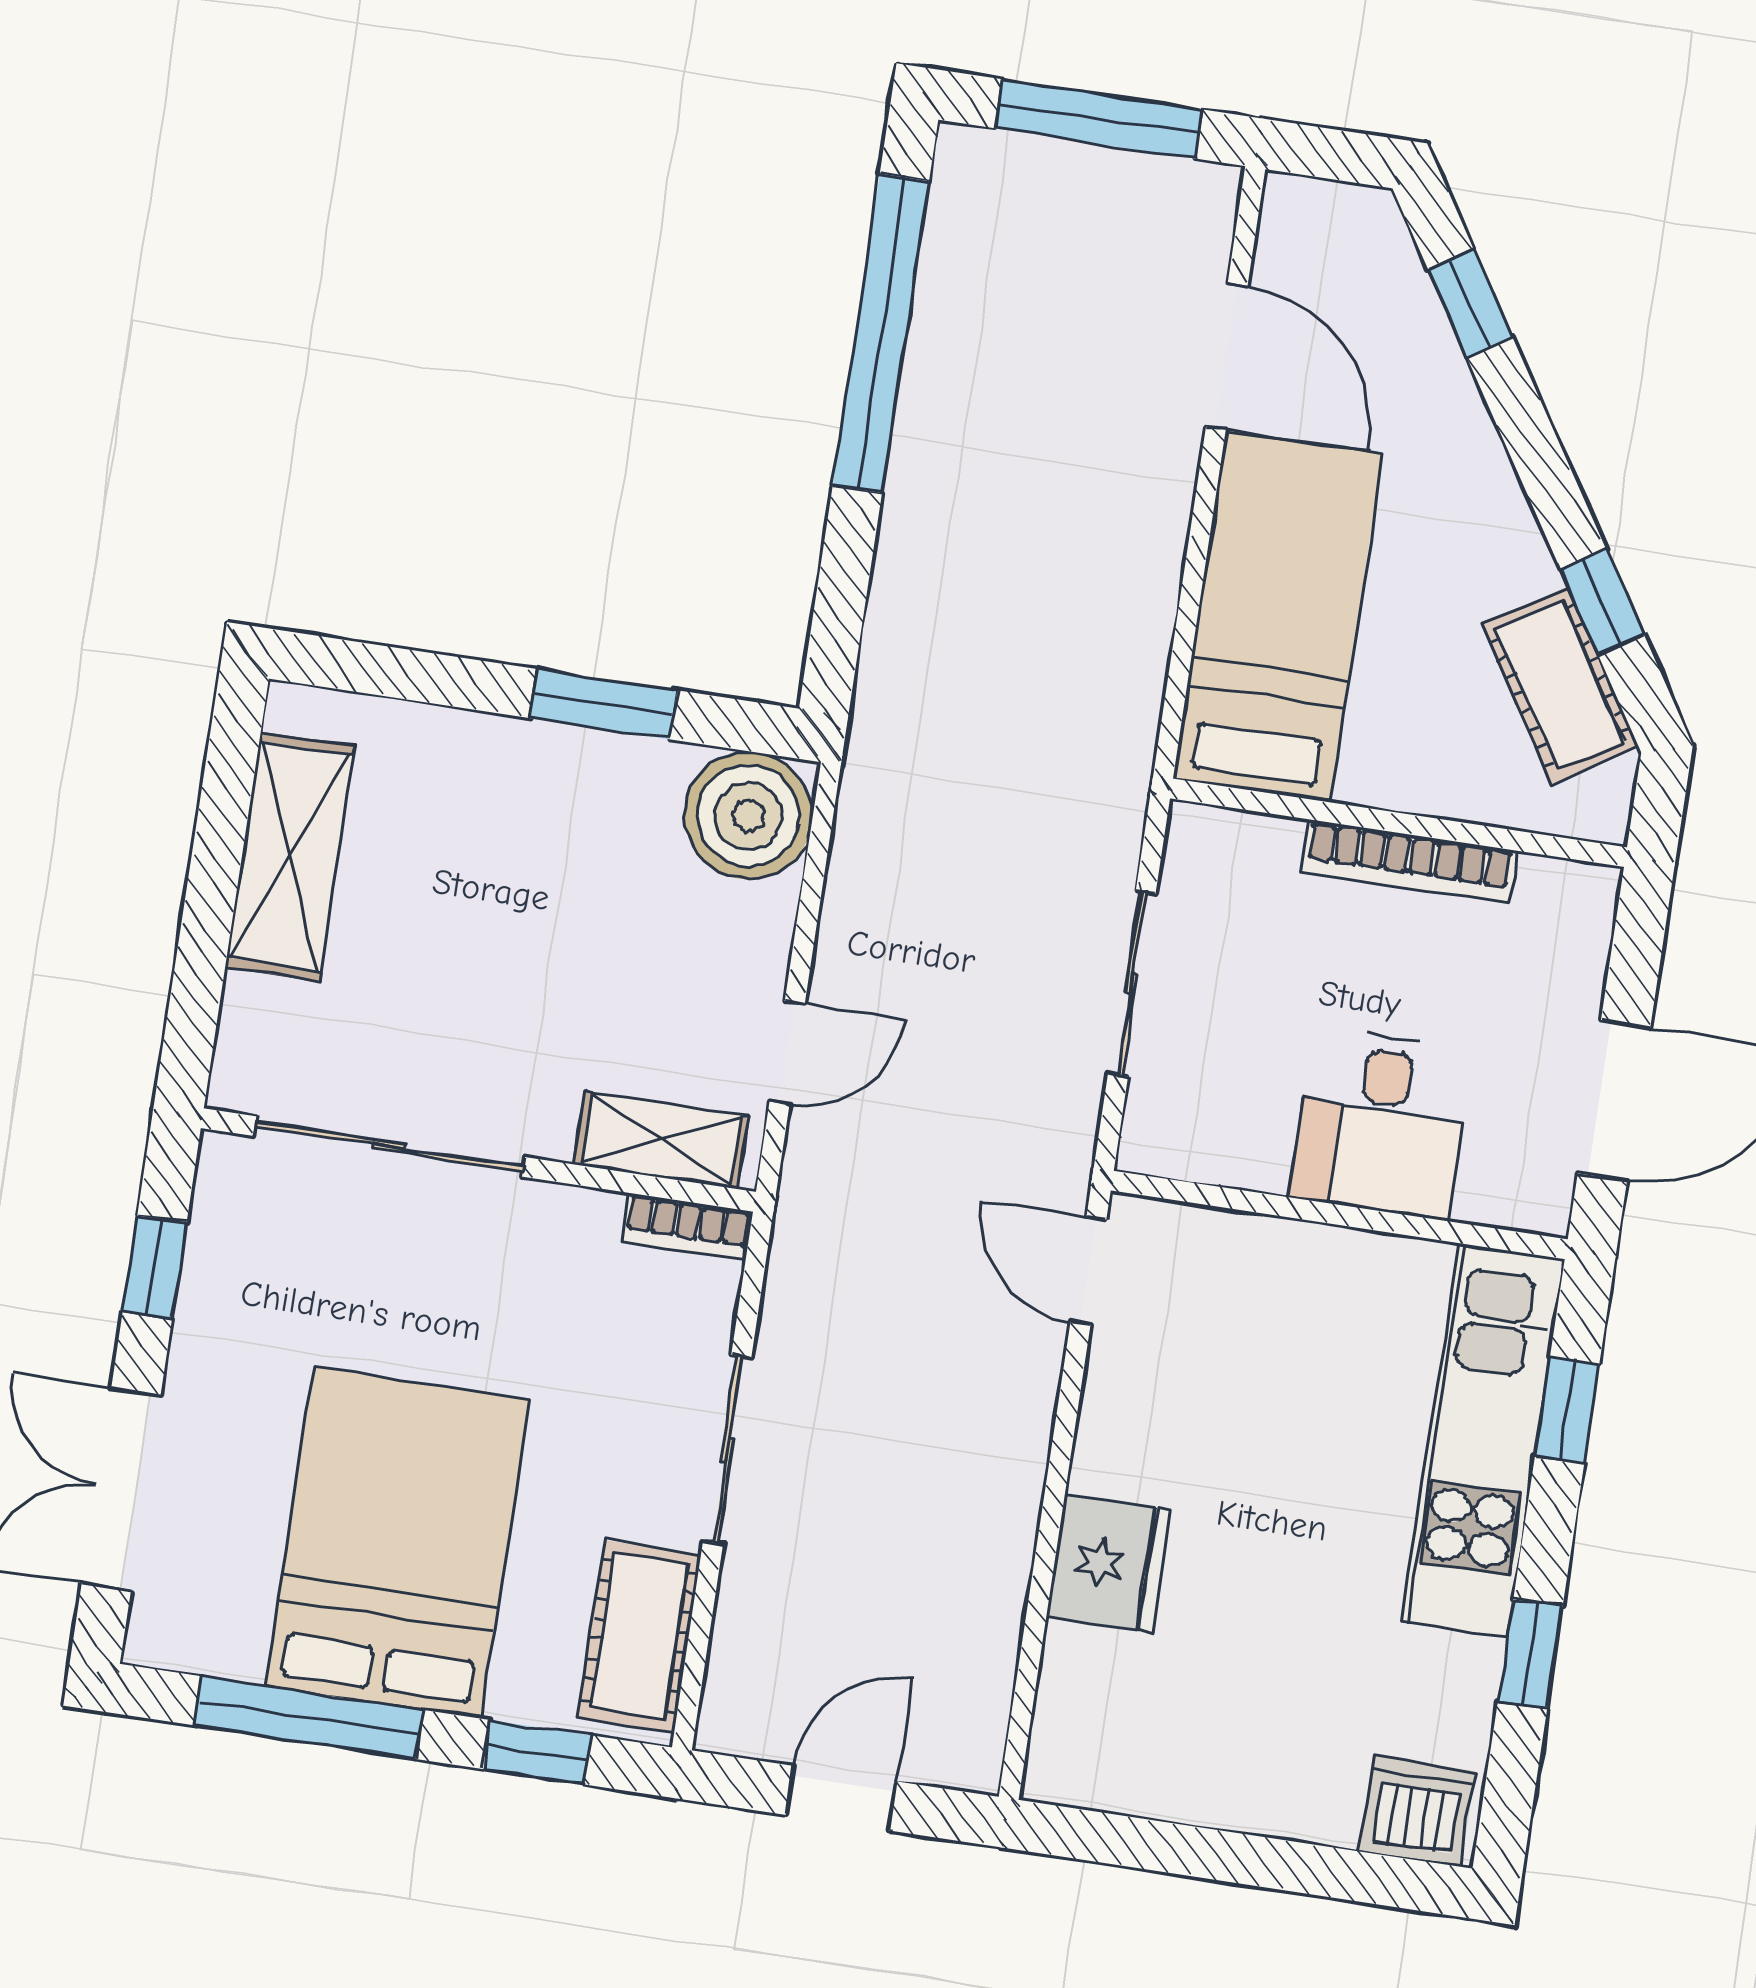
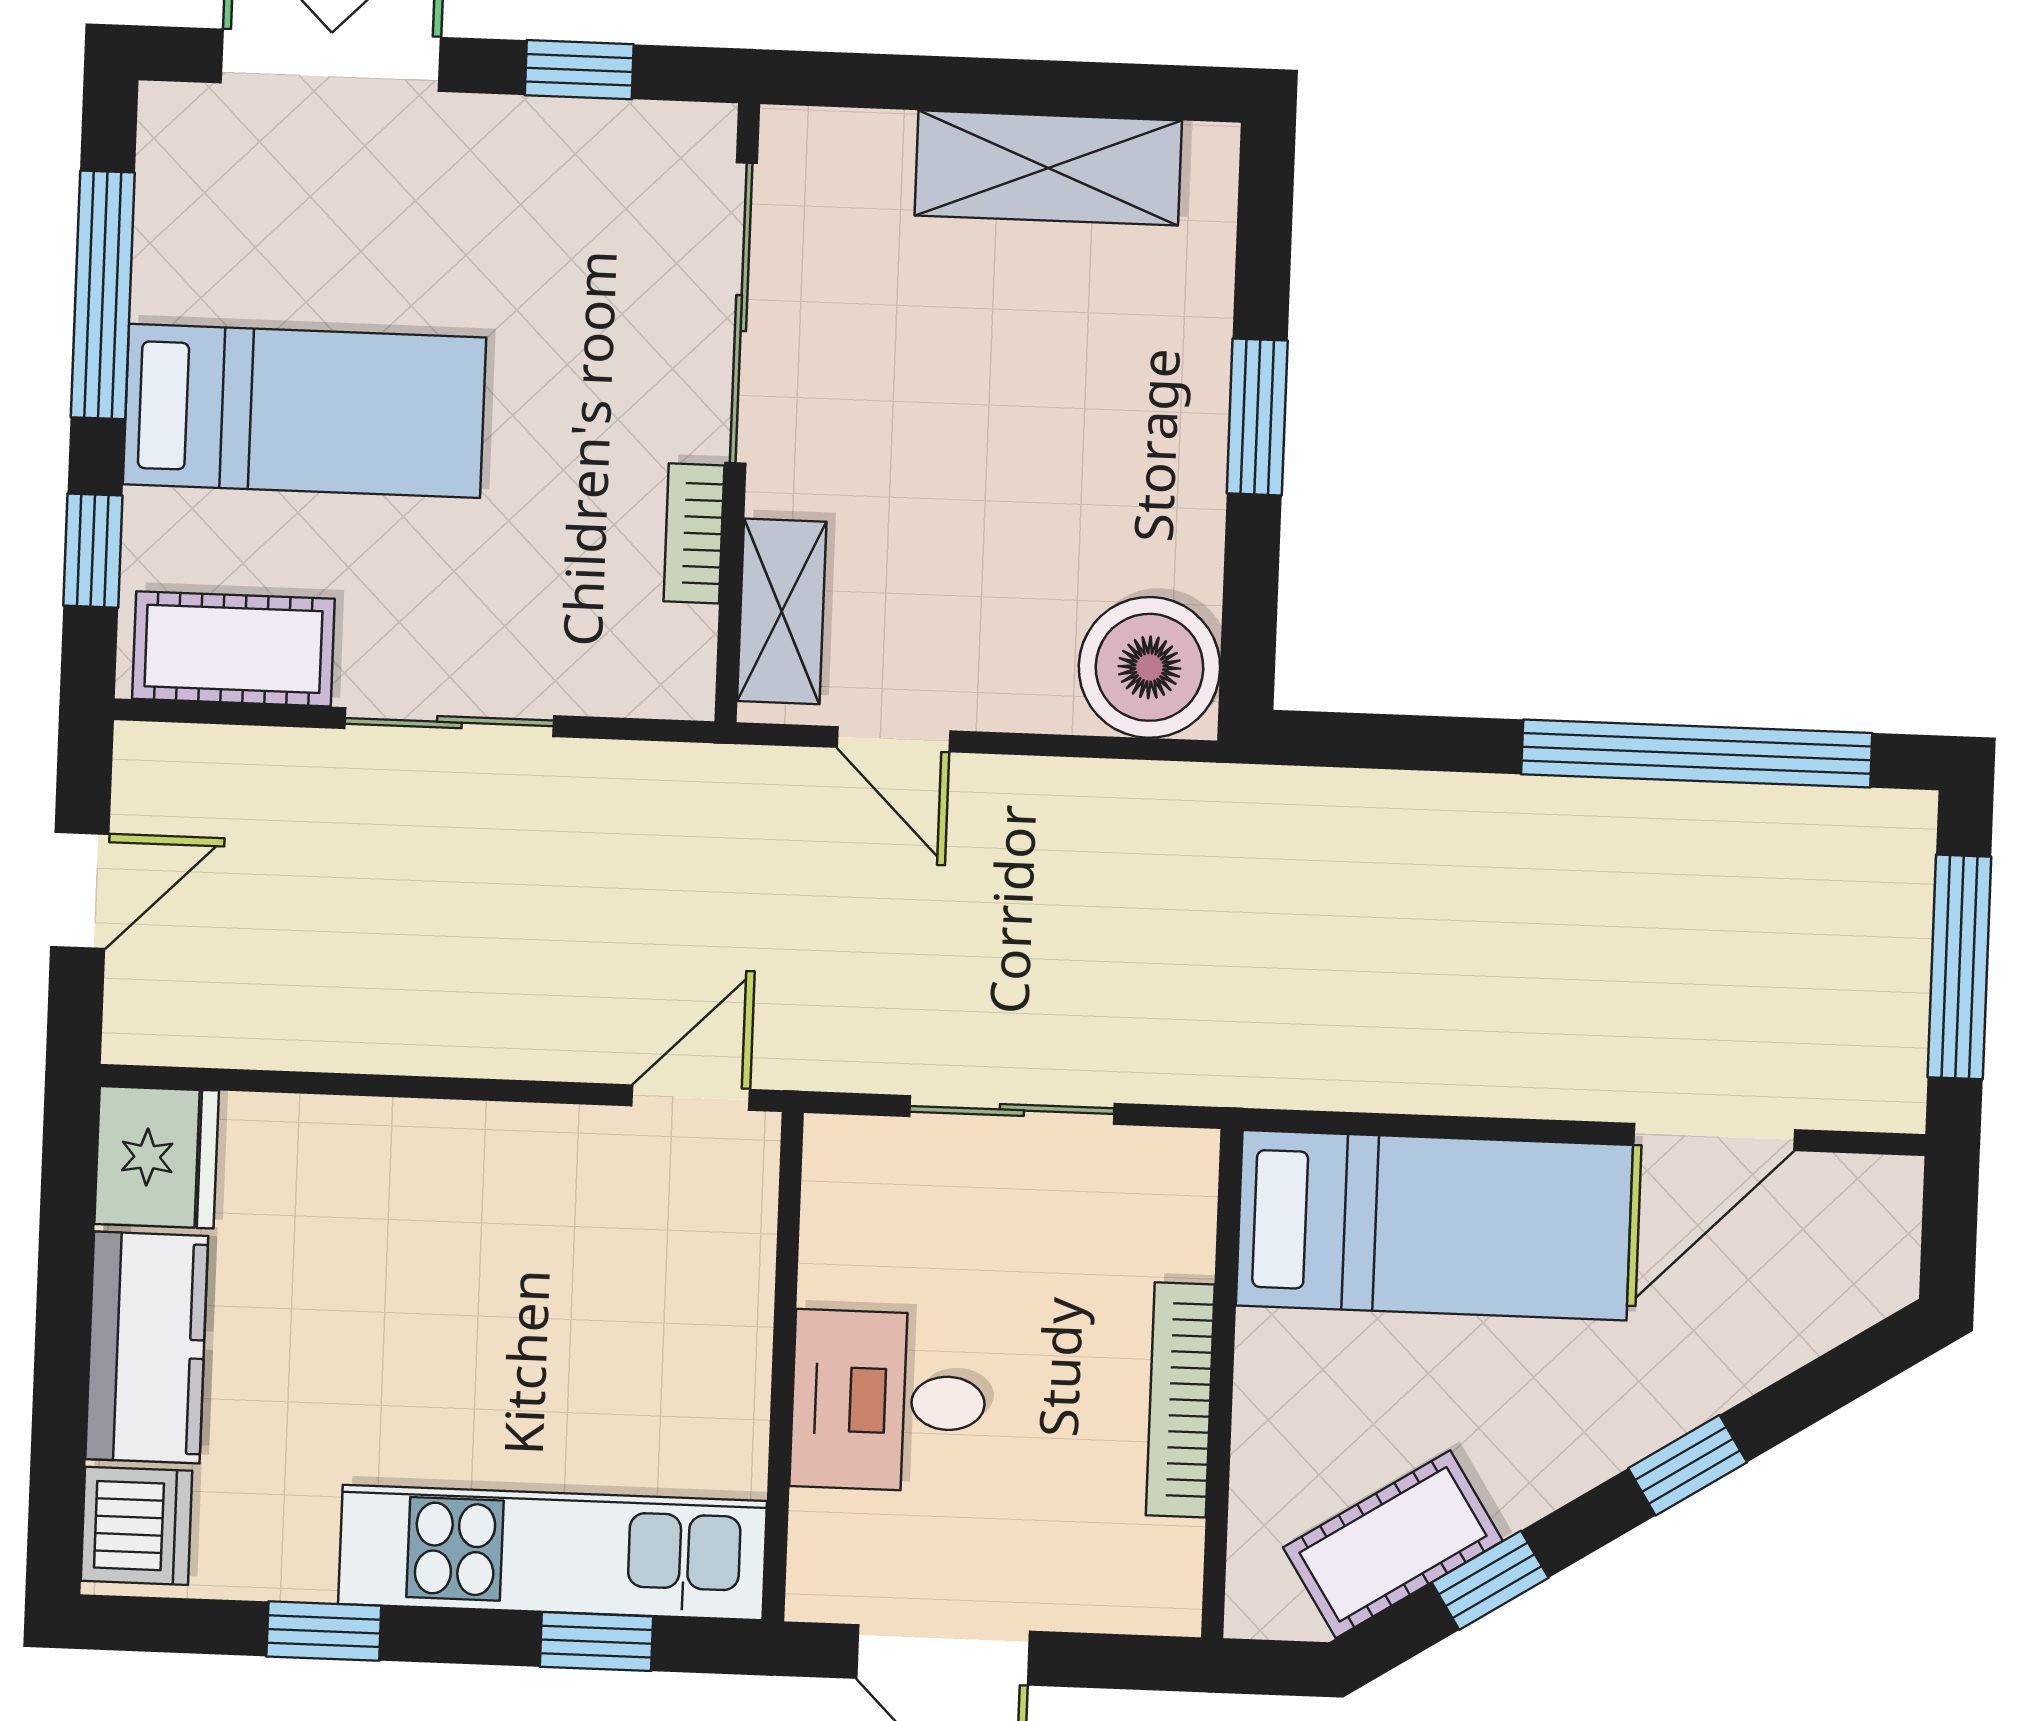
window: (1470, 303) -> (1688, 1465), moved
window: (603, 704) -> (1257, 417), moved
bookcase: (688, 1227) -> (694, 533), moved
bed: (397, 1543) -> (304, 411), width x0.67
fridge: (1109, 1564) -> (157, 1157), moved, turned -90
kitchen counter: (1258, 1784) -> (147, 1348), added
door: (841, 1798) -> (80, 890), hinge flipped

